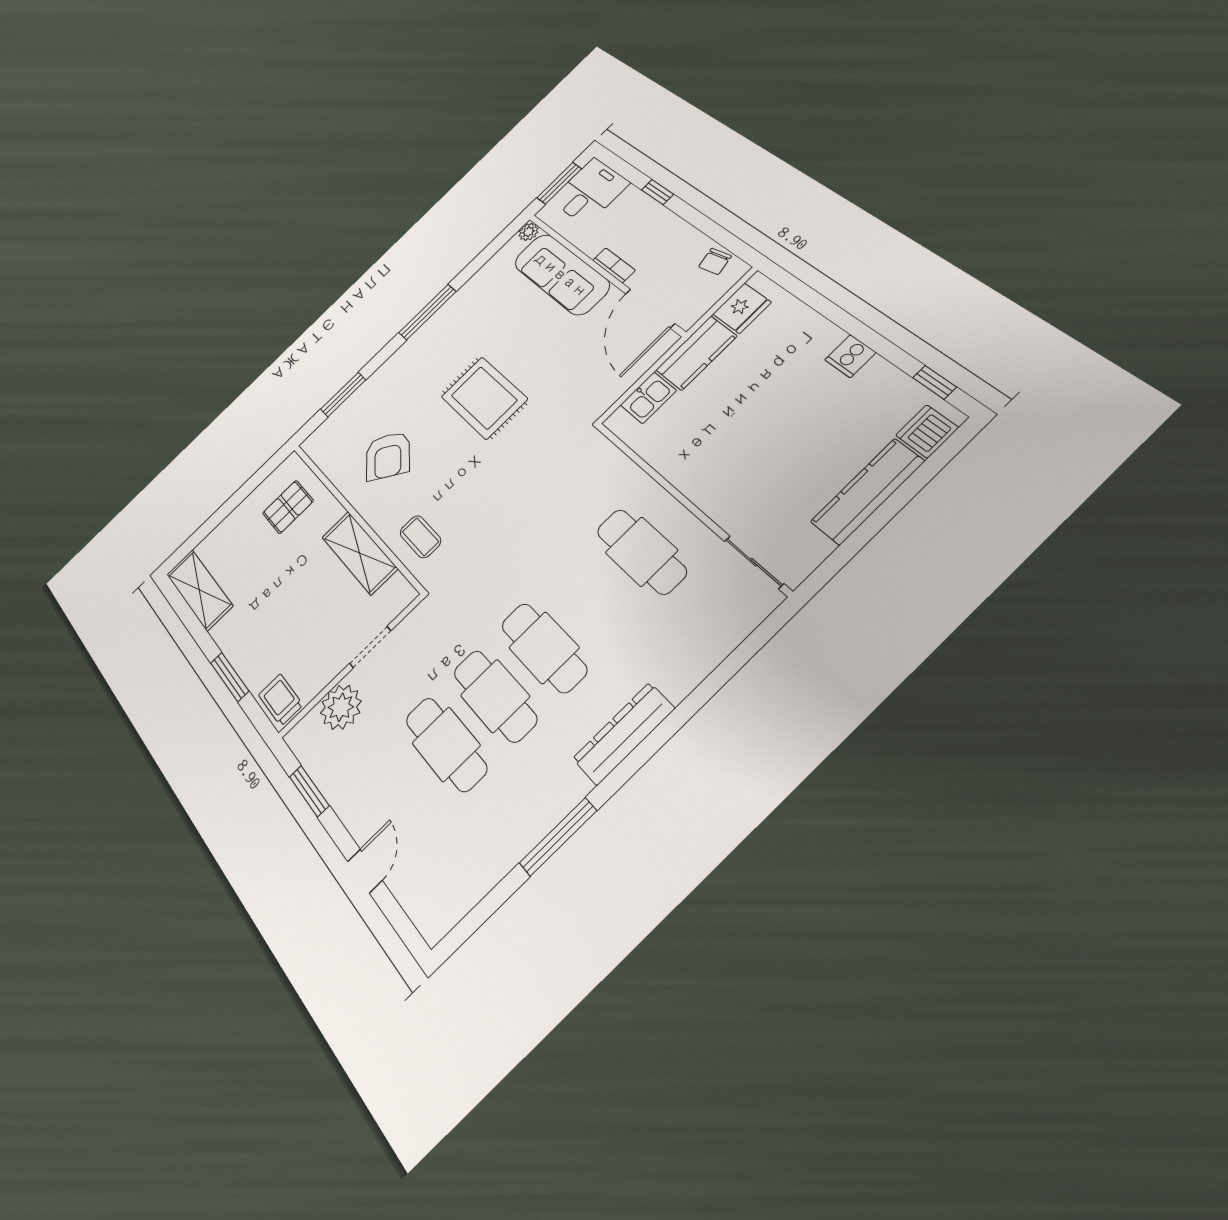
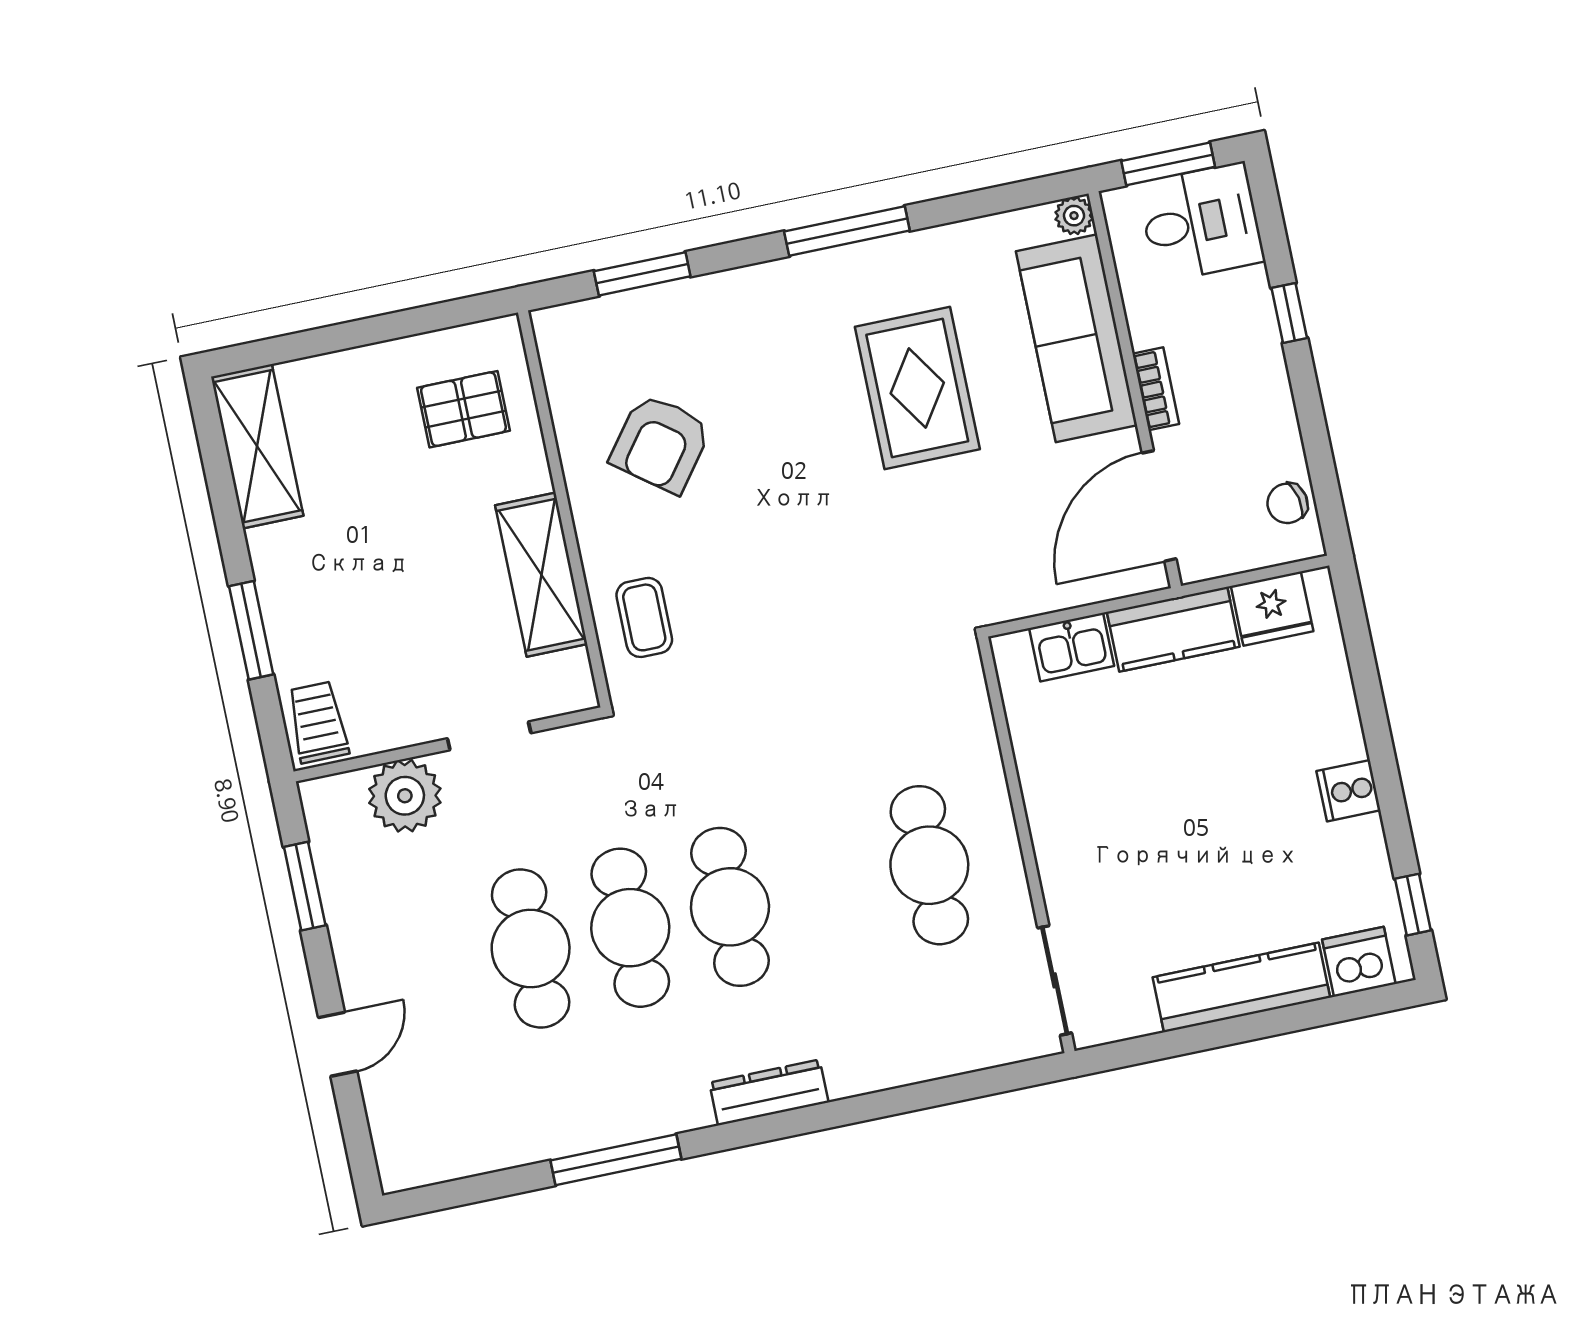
rug: (484, 398) -> (917, 388), moved
dresser: (624, 734) -> (769, 1092), width x0.73, depth x0.80

